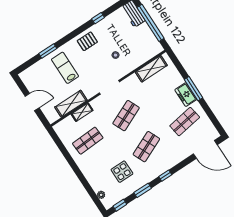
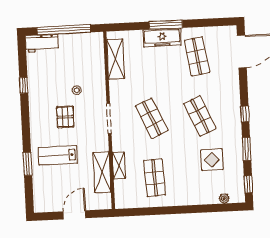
pallet: (87, 41) -> (65, 117), moved
freezer: (186, 95) -> (162, 38), width x1.40

